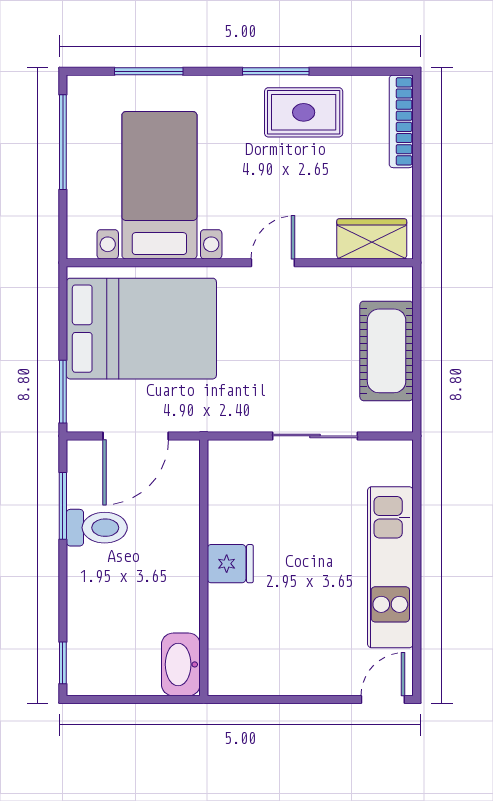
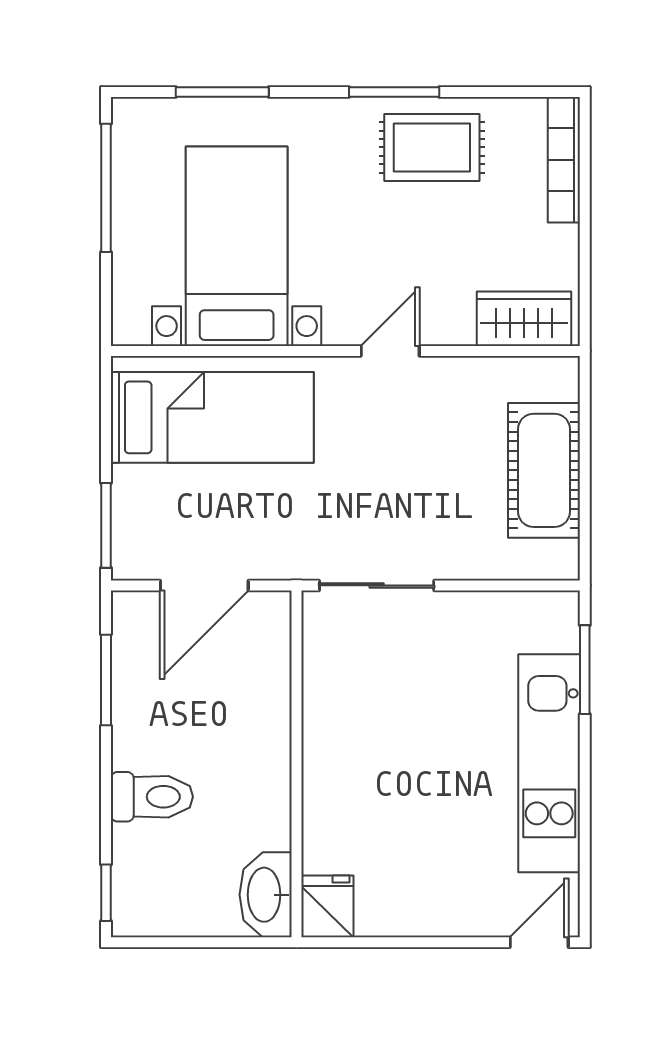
bed: (141, 329) -> (212, 417), width x0.67
sliding door: (315, 436) -> (377, 585), moved
window: (417, 498) -> (585, 670), added
toilet: (97, 528) -> (152, 797), moved
fridge: (230, 564) -> (327, 906), moved, turned -90

